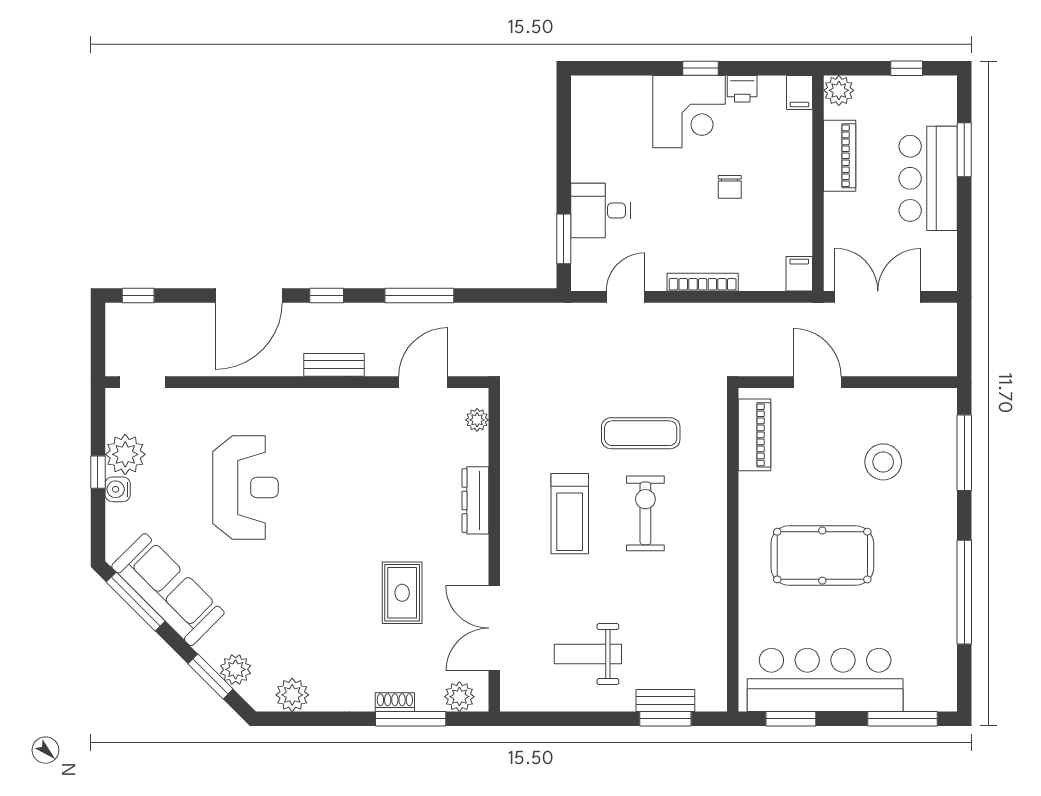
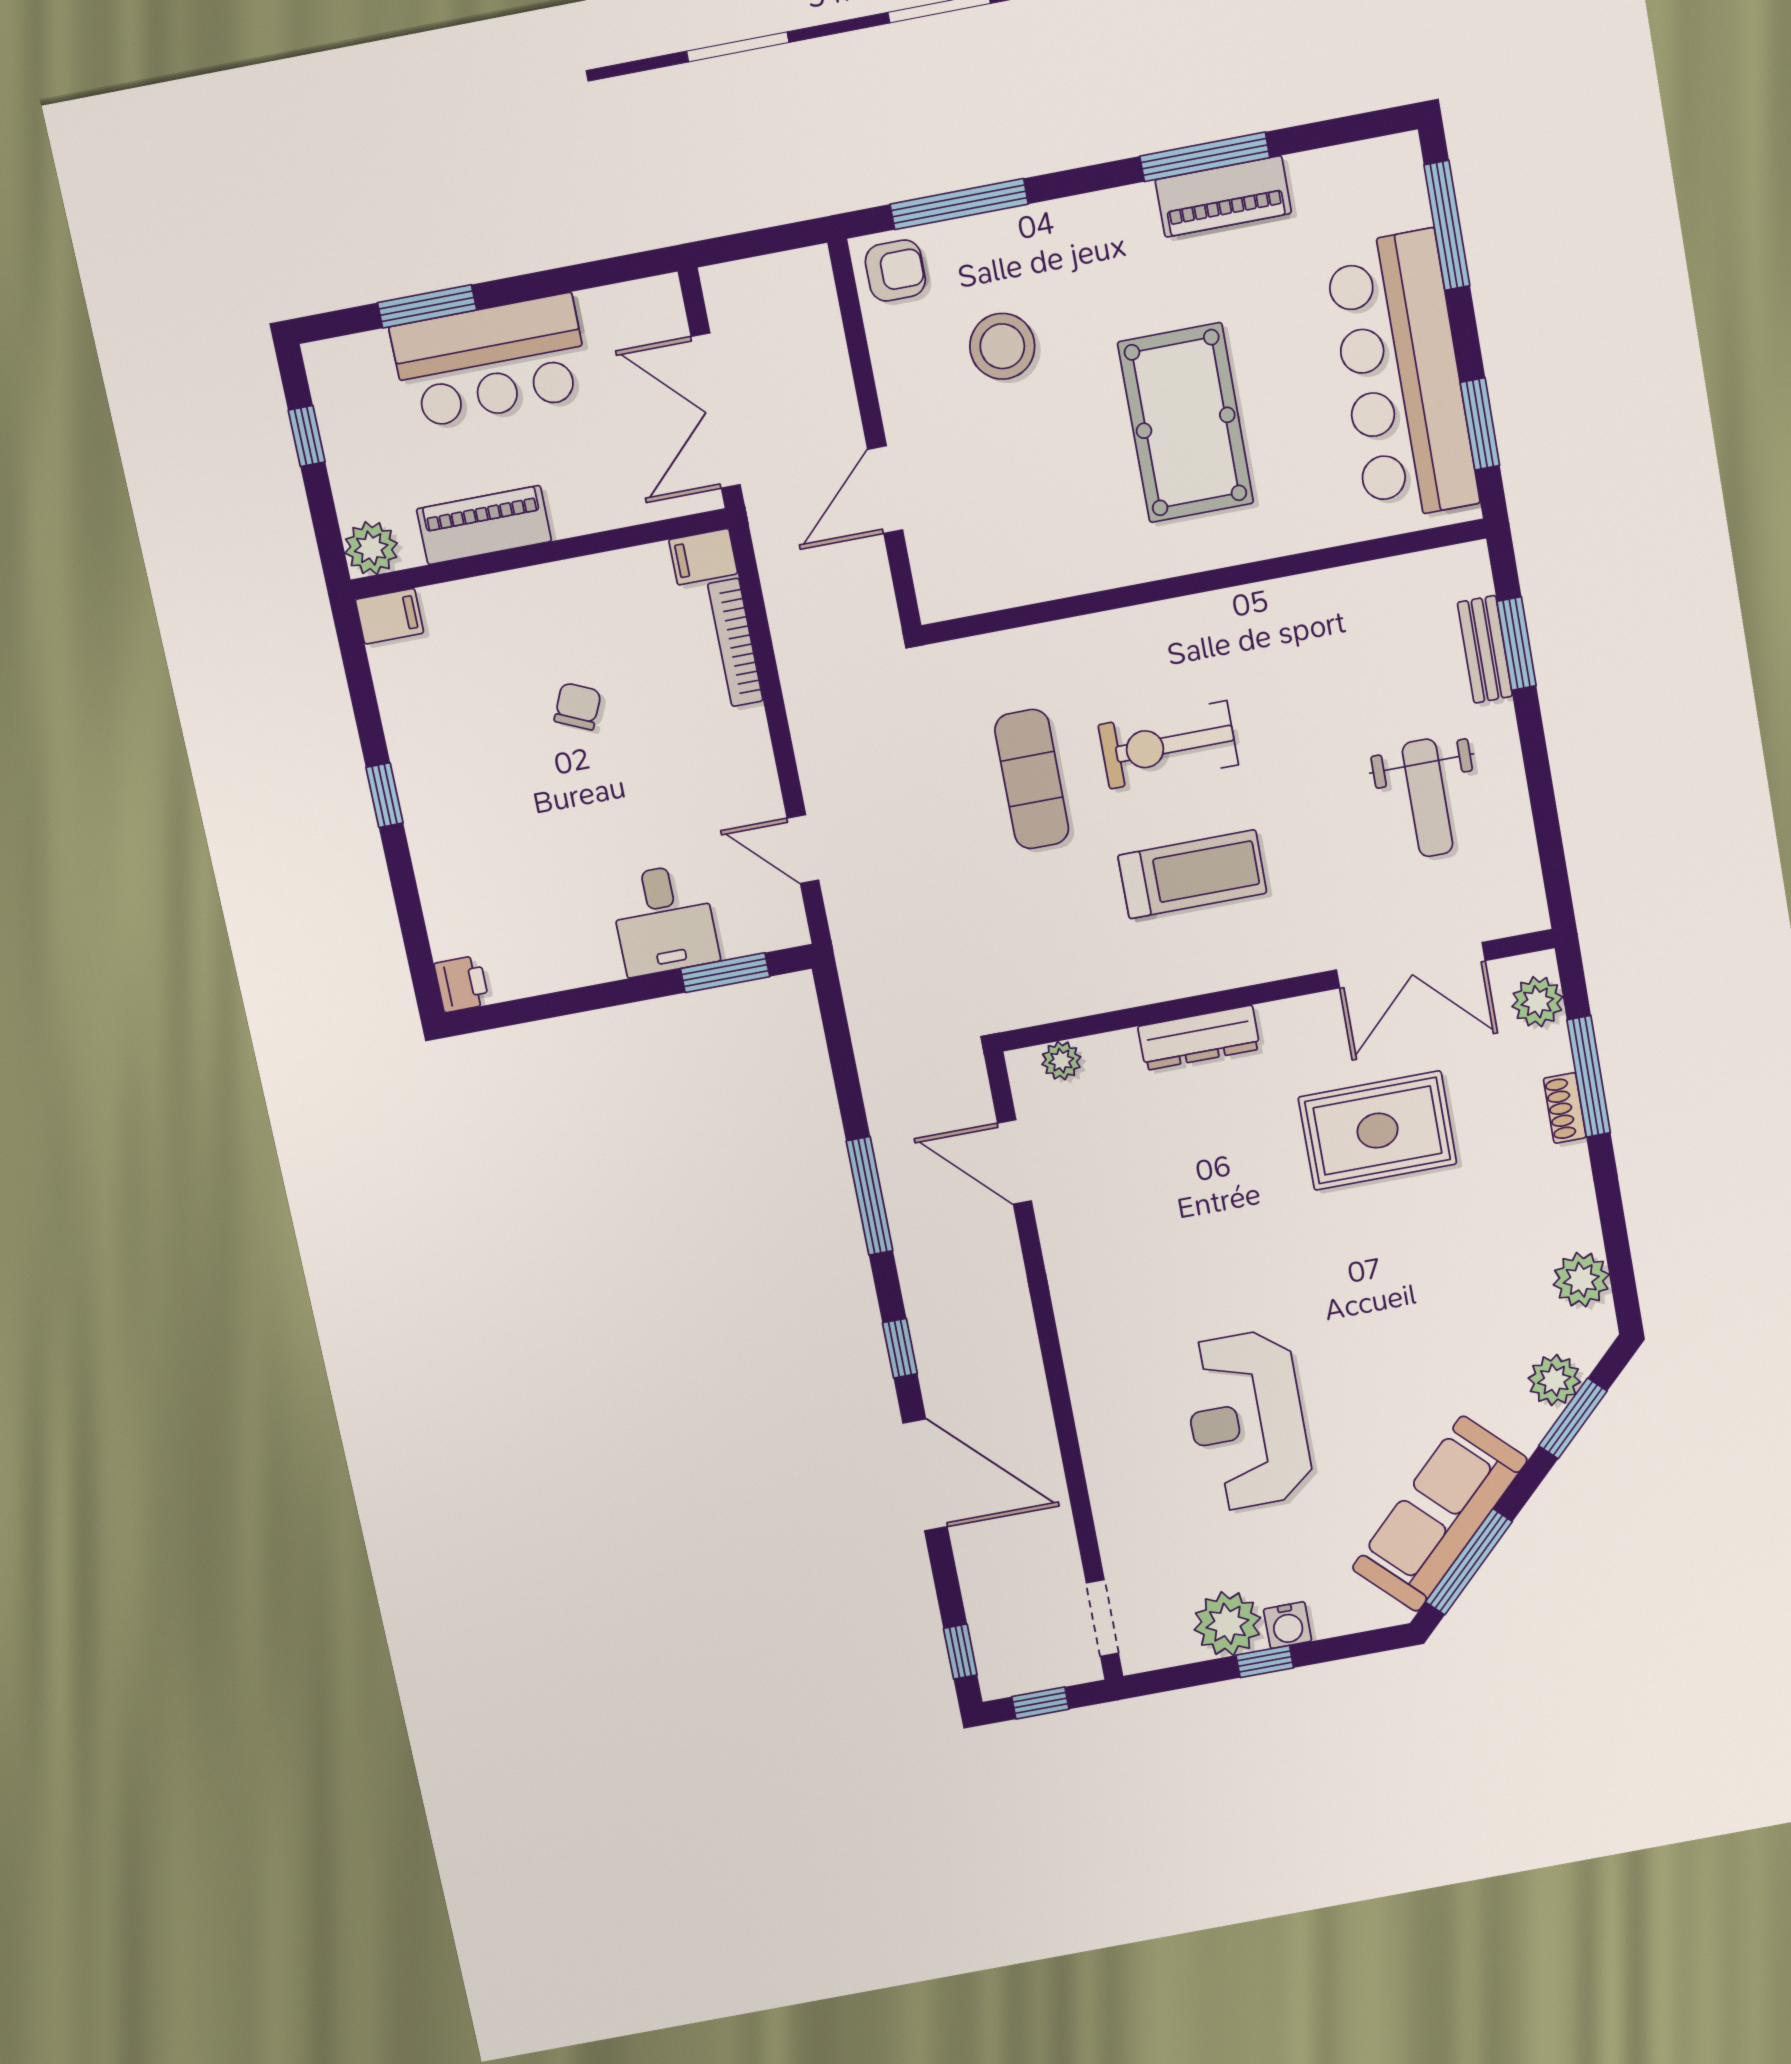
printer: (742, 89) -> (462, 984), moved
corner desk: (689, 112) -> (463, 801), removed
chair: (730, 187) -> (578, 706), turned -66
bookcase: (703, 282) -> (735, 642), moved
window: (98, 336) -> (1040, 1703), added
bench: (334, 365) -> (1014, 1315), removed
armchair: (935, 411) -> (895, 271), added
piano: (755, 435) -> (1223, 196), moved, turned 180
reception desk: (246, 488) -> (1247, 1420), turned -90
window: (964, 592) -> (1205, 157), width x0.68
rug: (402, 593) -> (1378, 1131), width x1.36, depth x1.43

